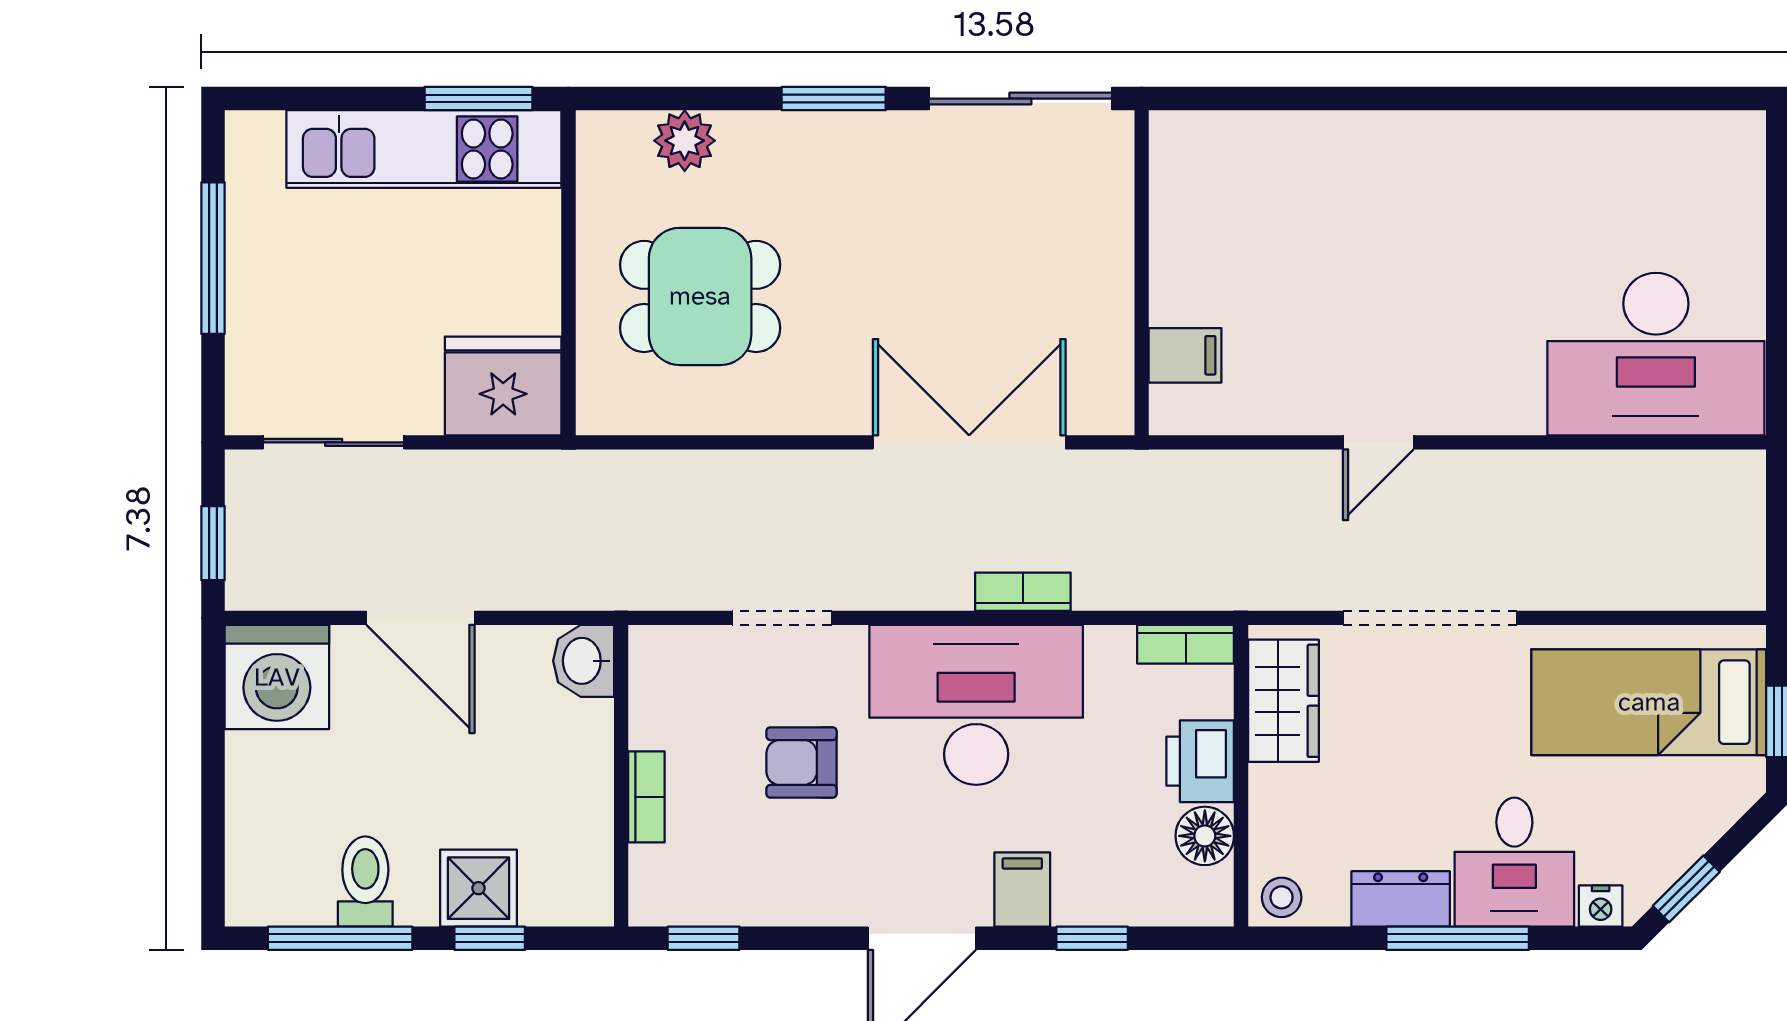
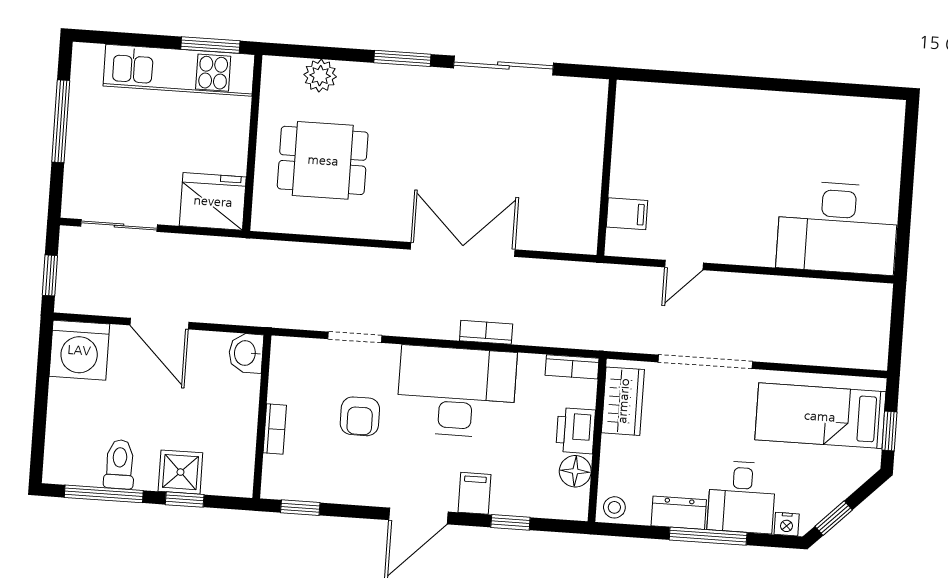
wall: (1142, 273) -> (607, 167), moved
filing cabinet: (1185, 355) -> (627, 214), moved
armchair: (802, 762) -> (360, 416), turned -90

